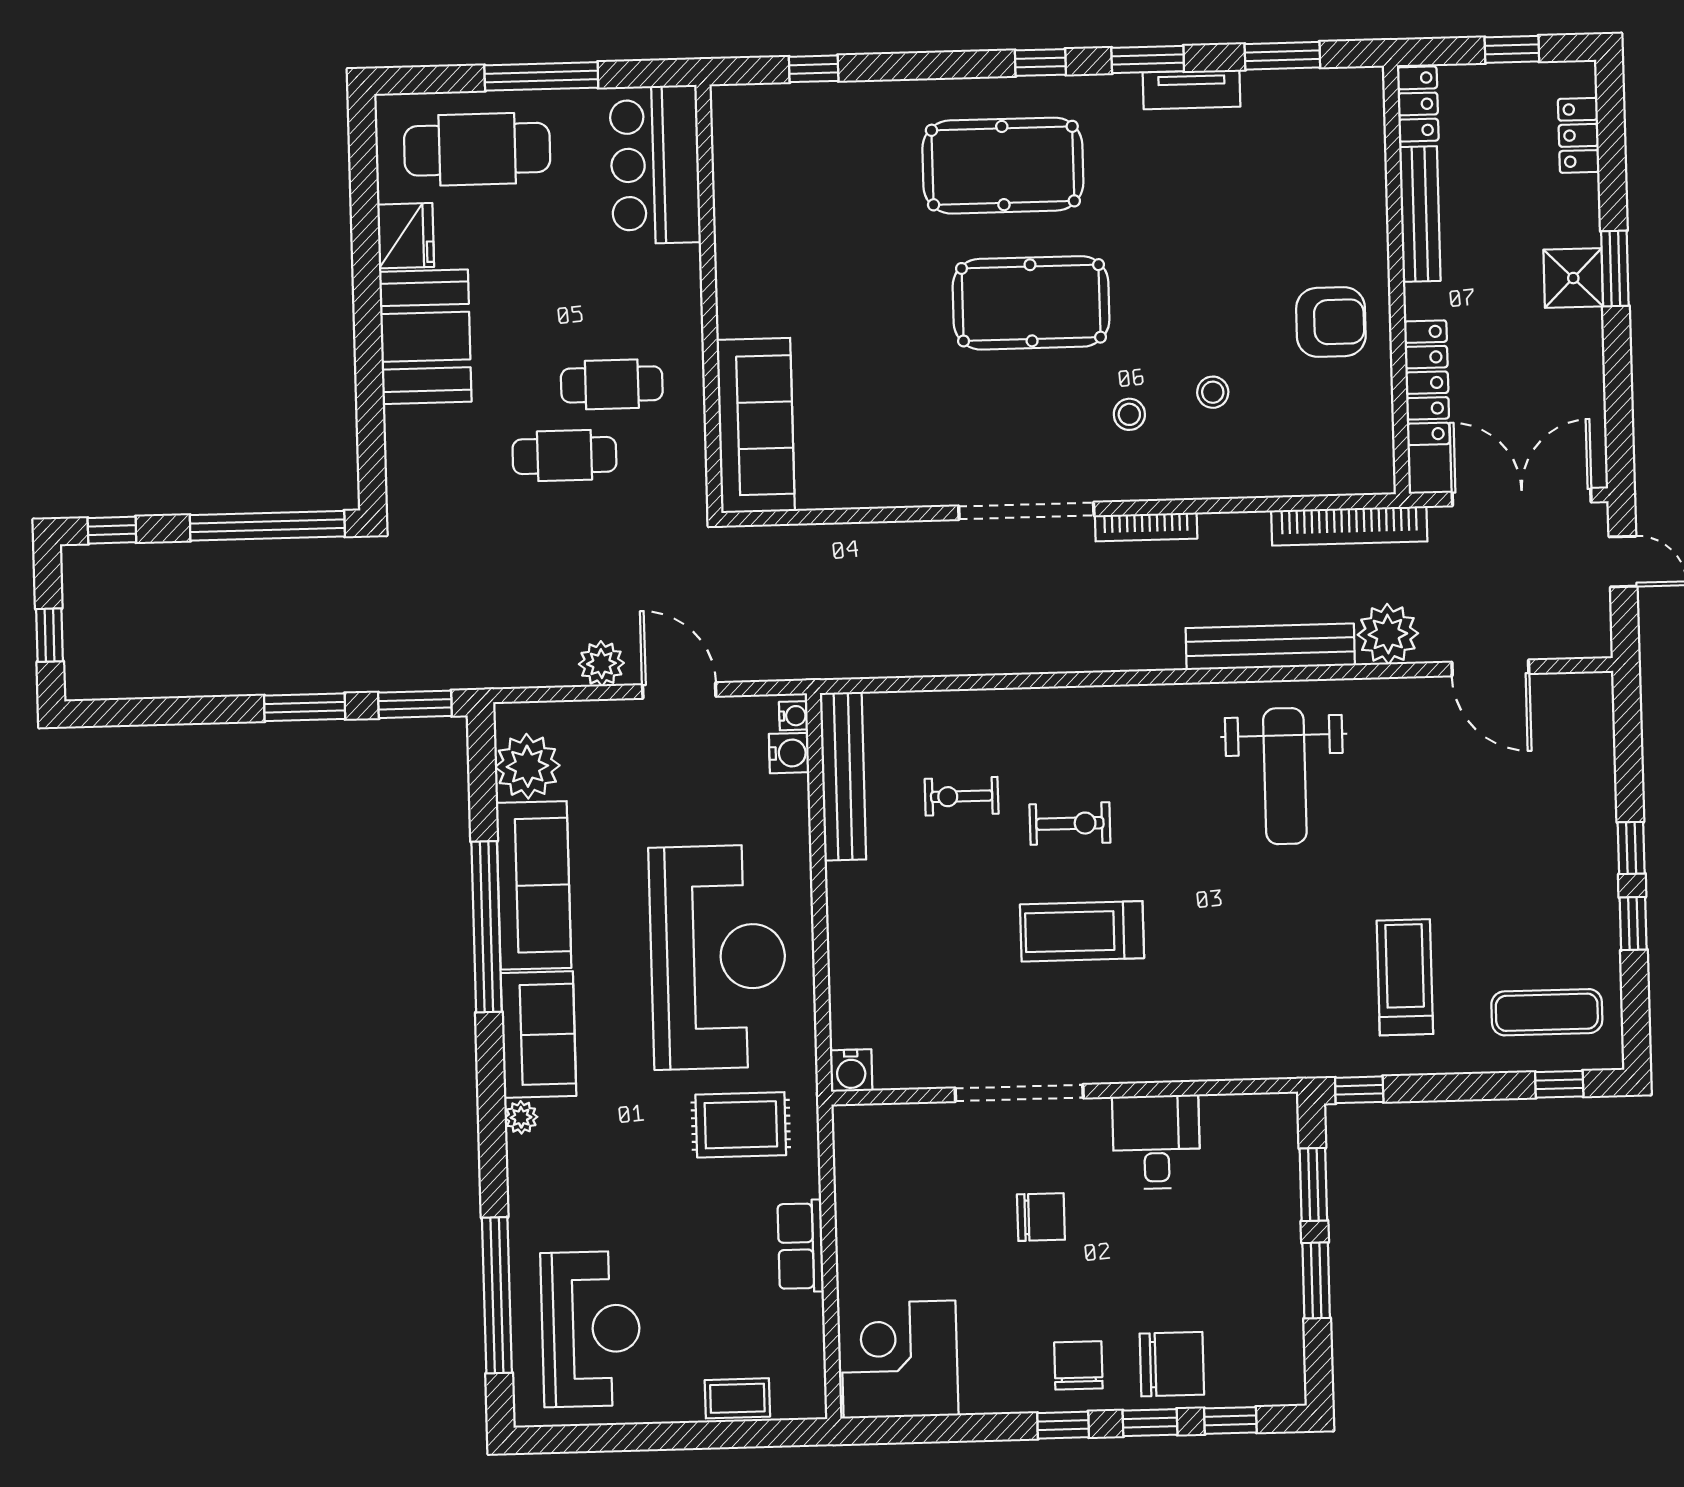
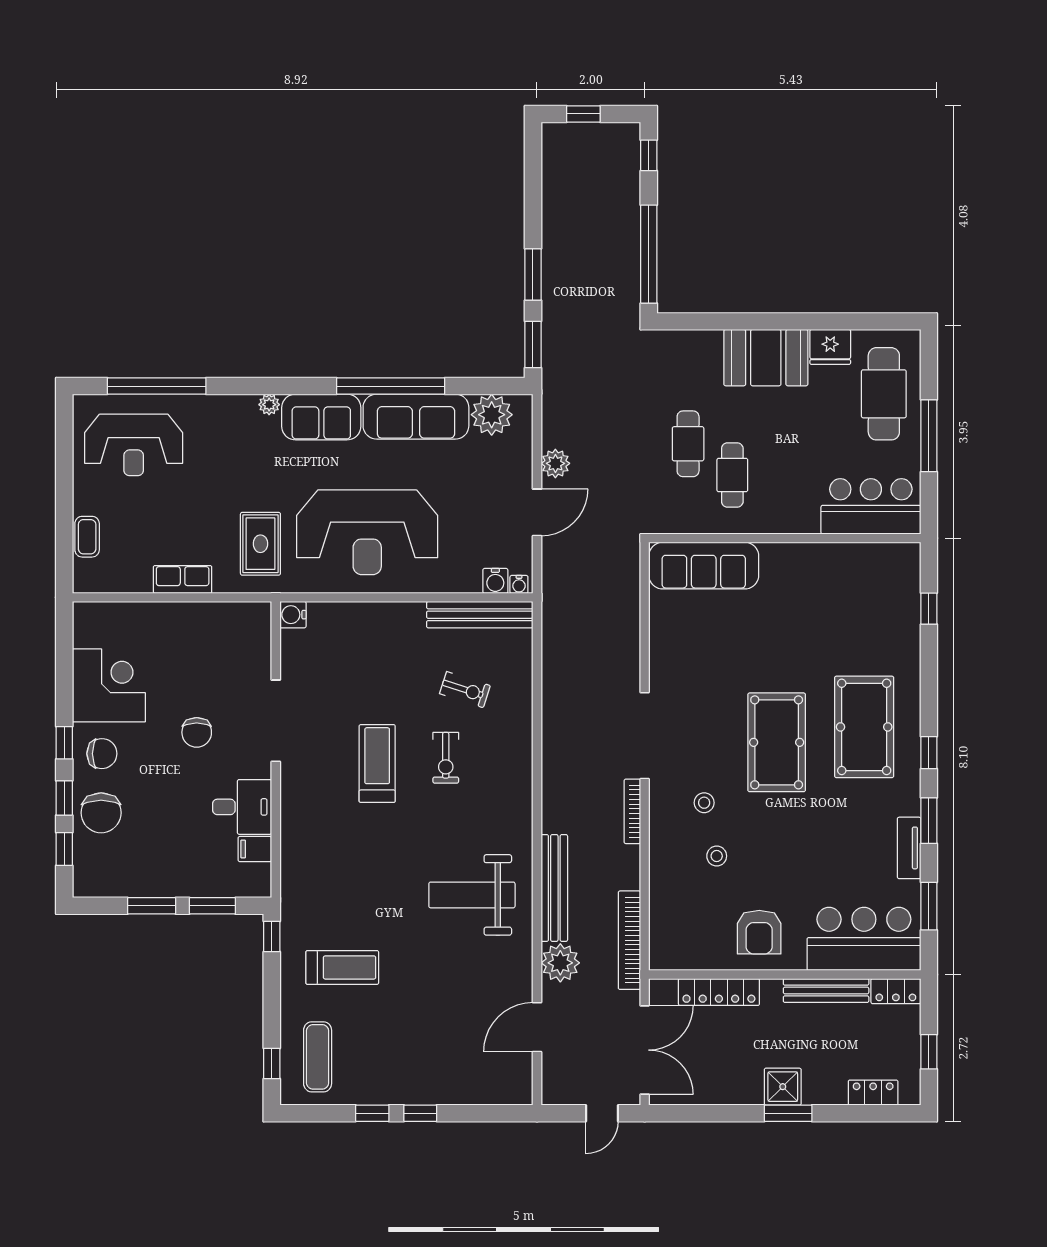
bar counter: (1337, 157) -> (864, 939), added
exercise bike: (962, 796) -> (465, 690), turned 108
filing cabinet: (1222, 1120) -> (255, 849), added
corner desk: (899, 1359) -> (109, 685), moved

